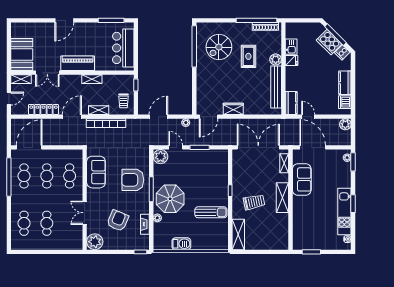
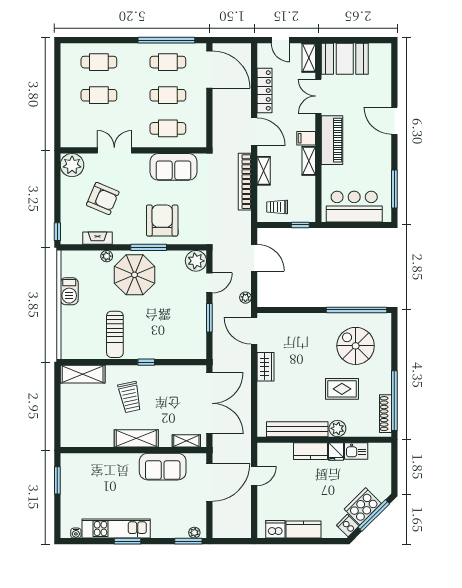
filing cabinet: (76, 81) -> (306, 138), added
kitchen counter: (291, 103) -> (311, 451), moved
plant: (345, 124) -> (243, 530), removed

